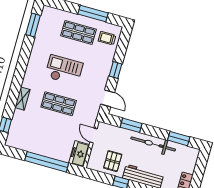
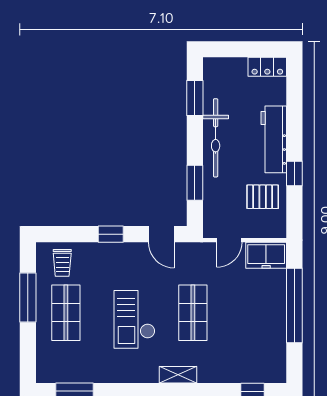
door: (108, 98) -> (161, 234), swing flipped
shelving: (22, 99) -> (178, 375), moved

